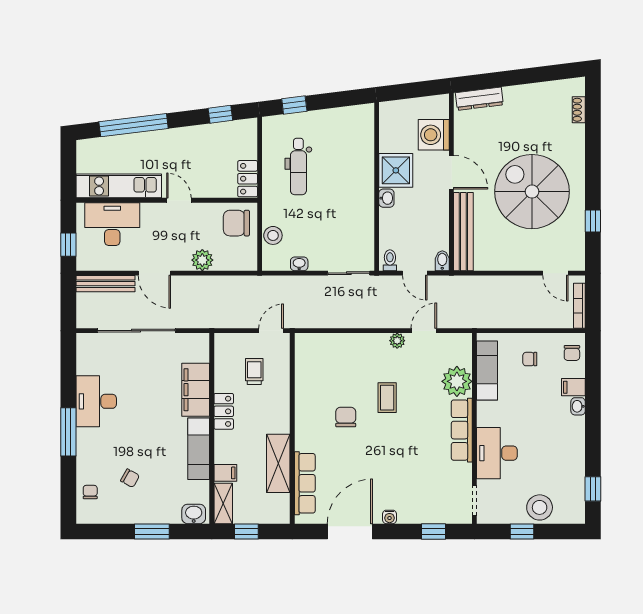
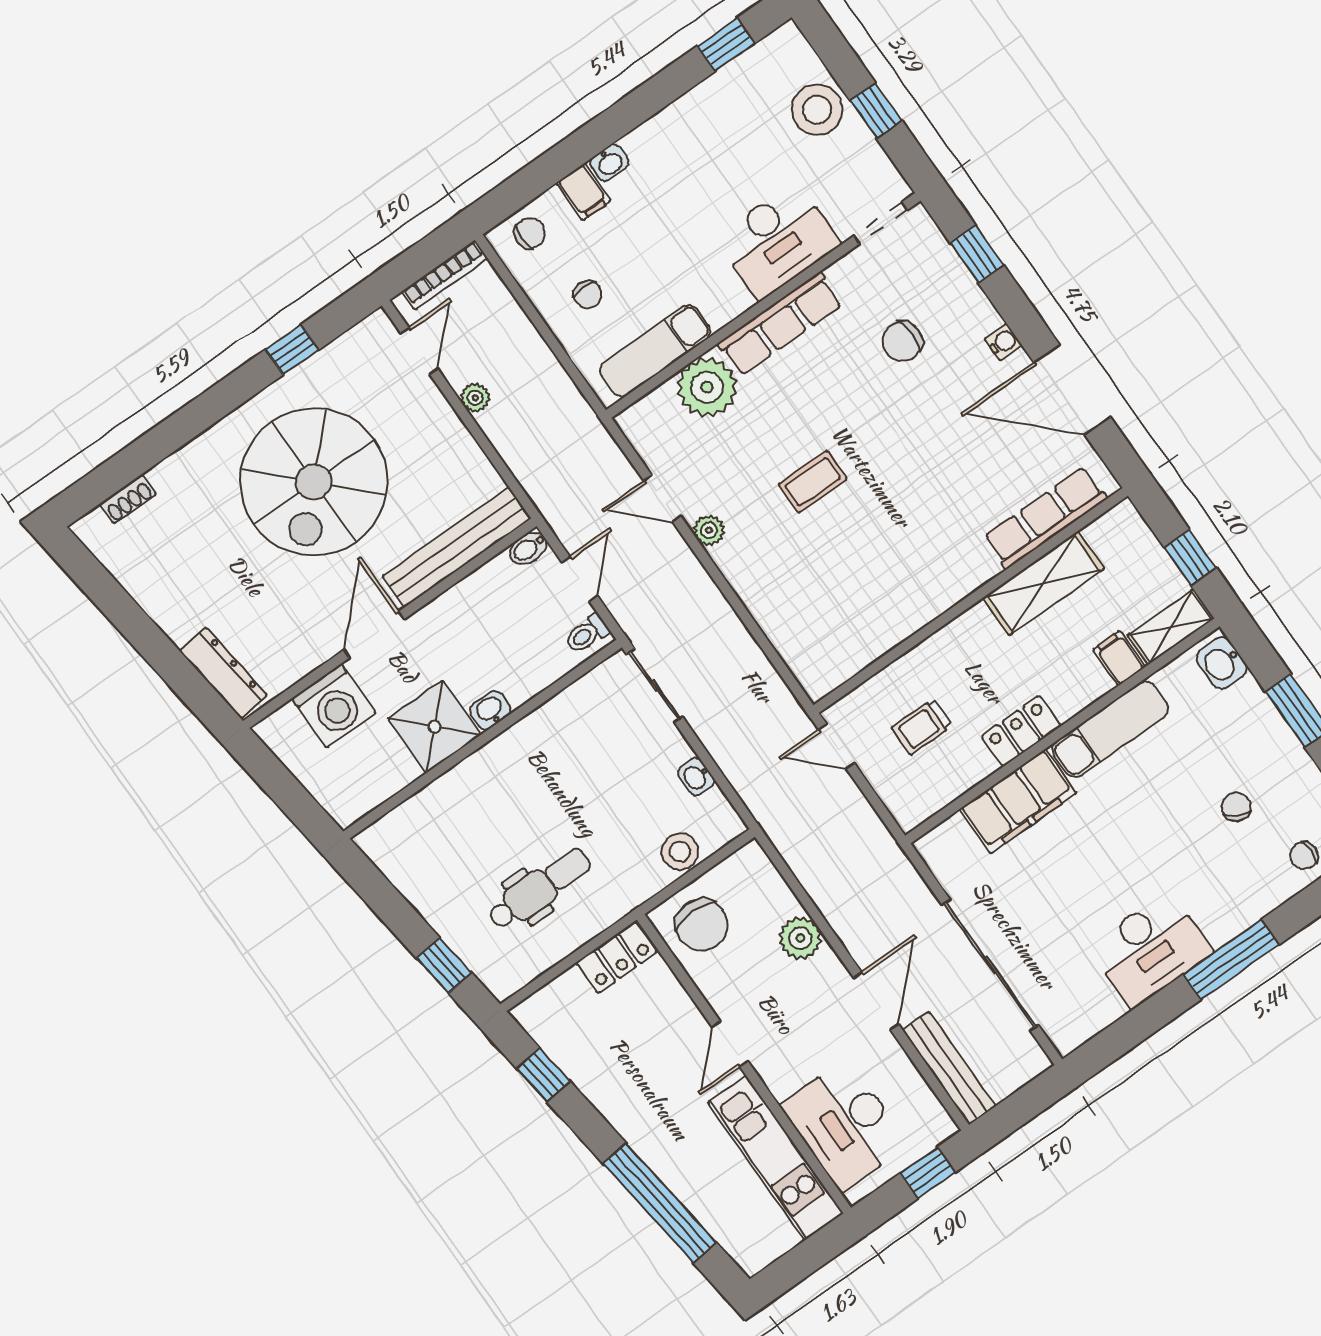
plant: (520, 283) -> (475, 398), added
chair: (346, 417) -> (902, 341), moved

